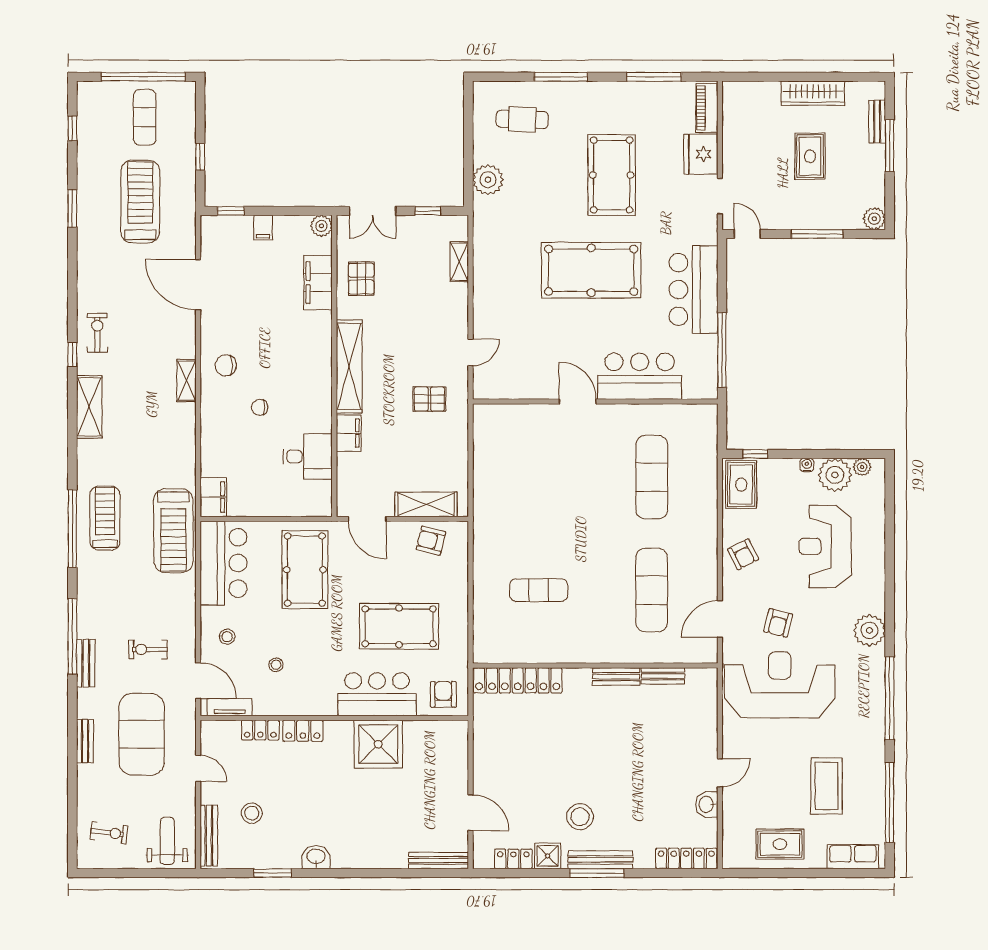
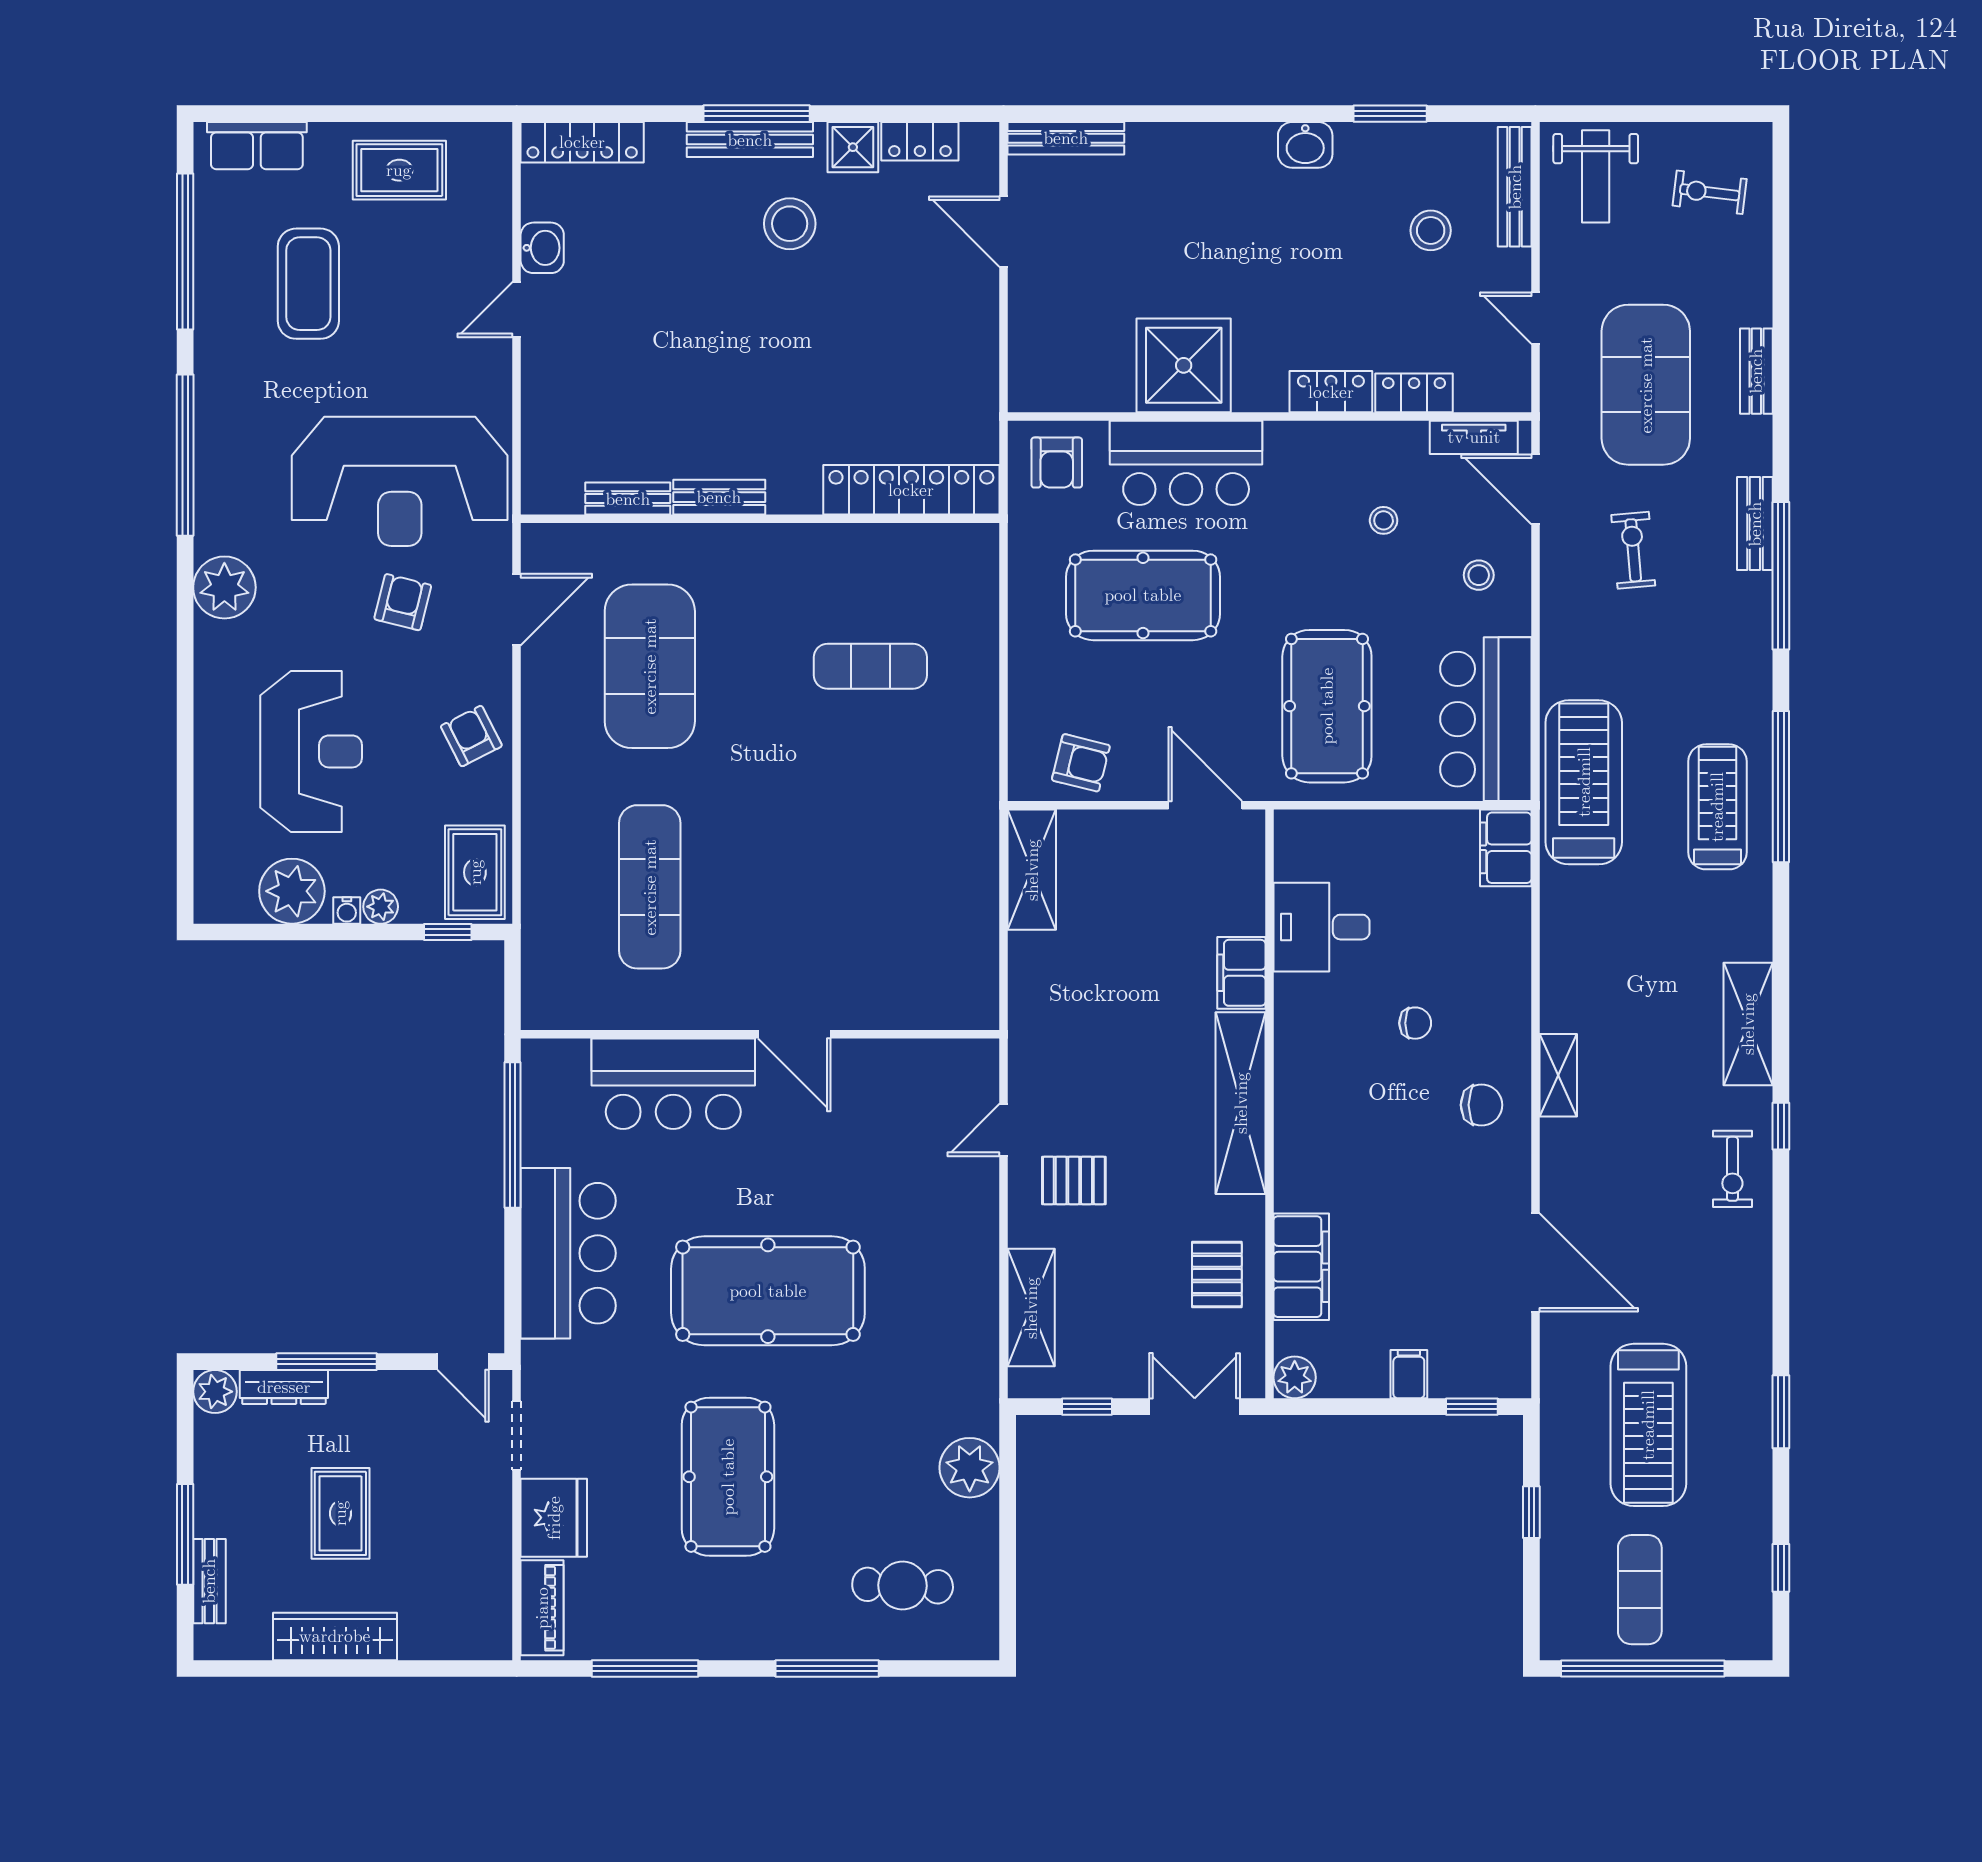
dresser: (839, 221) -> (284, 1387), added
shelving: (459, 262) -> (1031, 1308), width x1.50, depth x1.33
pallet: (429, 399) -> (1074, 1180), moved
plant: (862, 467) -> (381, 907), moved
shelving: (426, 504) -> (1032, 870), moved, turned 90
treadmill: (105, 518) -> (1717, 807), turned 180
exercise mat: (652, 590) -> (650, 666), width x1.47
exercise bike: (148, 649) -> (1633, 550), turned -95

